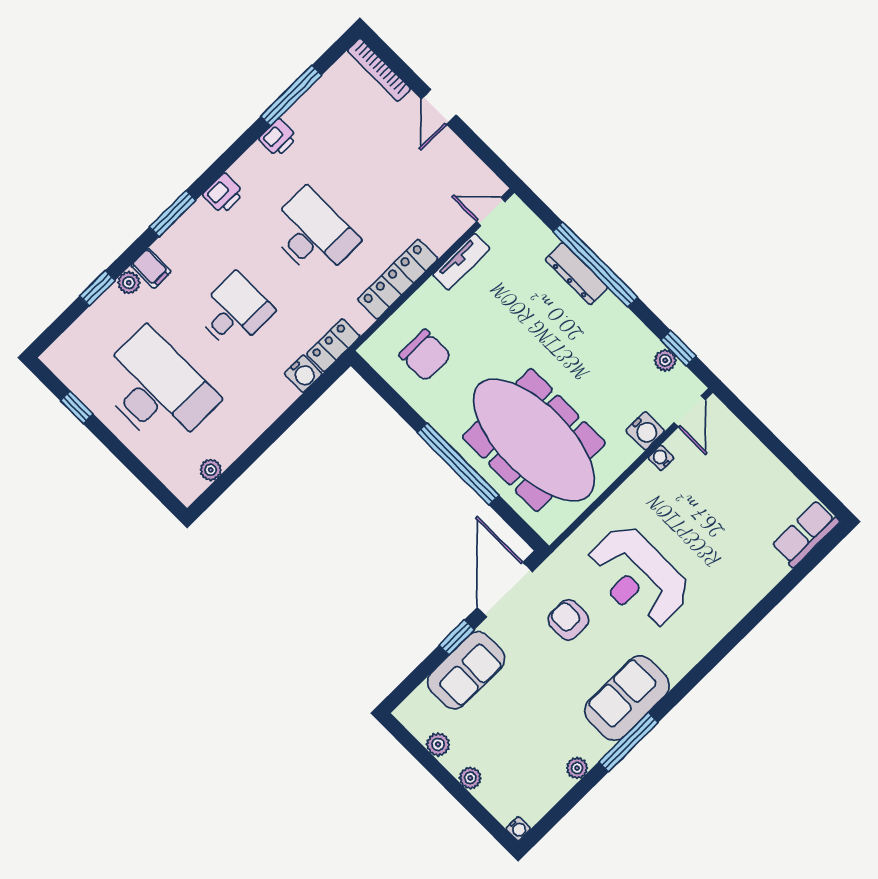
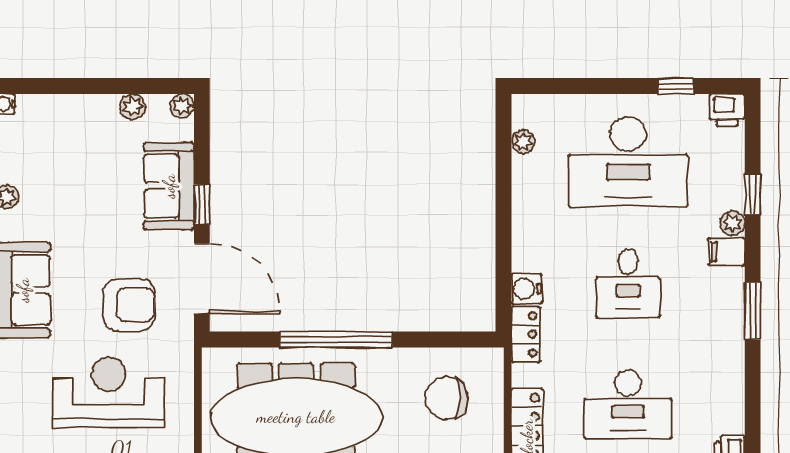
printer: (223, 194) -> (727, 110), moved, turned -90
armchair: (568, 620) -> (129, 305), width x1.38, depth x1.38
plant: (470, 778) -> (182, 106), moved

